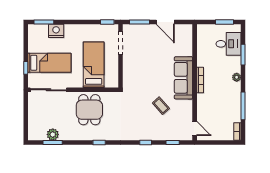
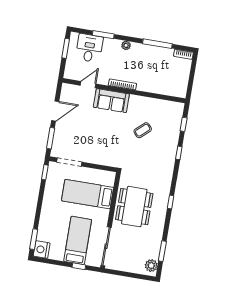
nightstand: (56, 31) -> (42, 250), moved
sofa: (183, 78) -> (111, 101), width x0.73
dining table: (89, 110) -> (134, 207), width x1.37
door: (195, 129) -> (88, 85), moved
plant: (53, 134) -> (151, 266), moved

